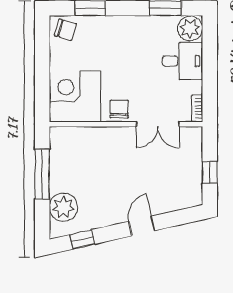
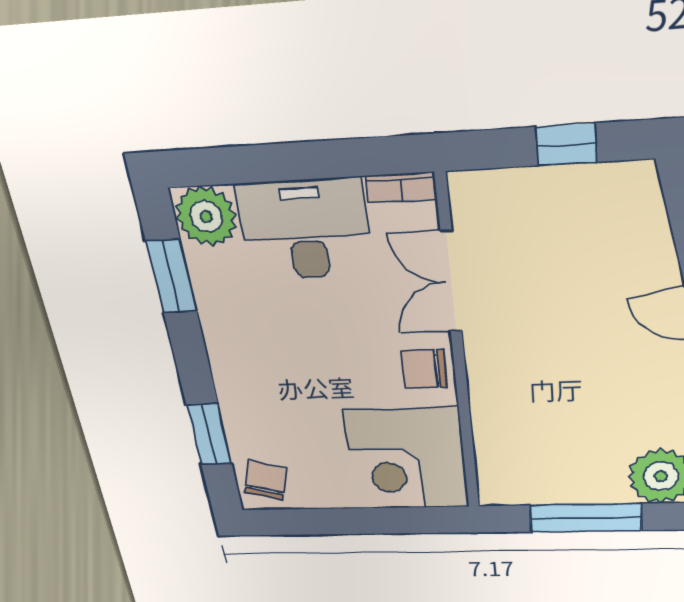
desk: (182, 61) -> (305, 230), width x1.37
double door: (158, 124) -> (451, 282), swing flipped

